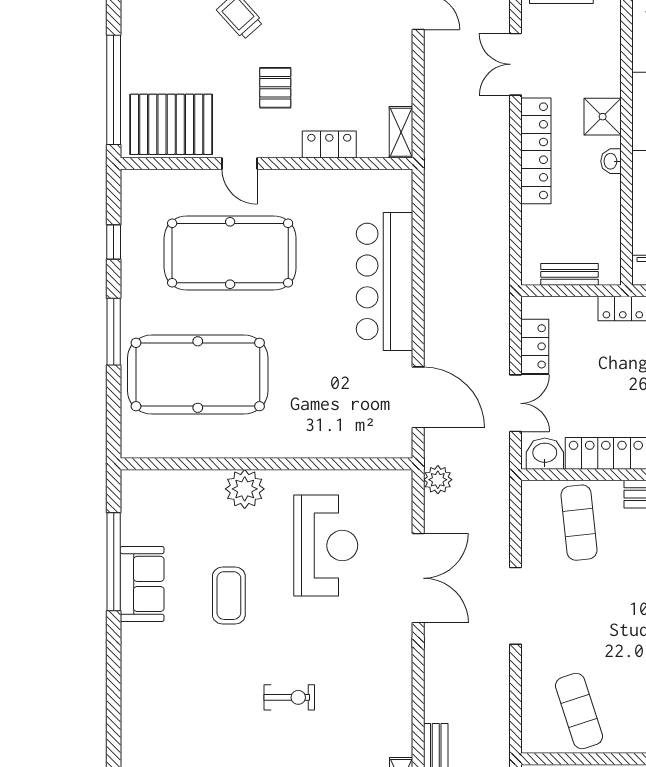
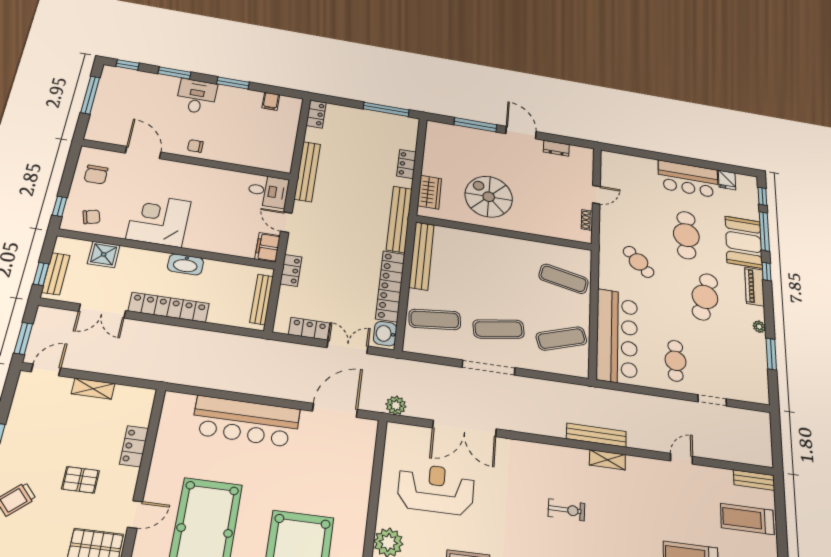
shower: (603, 117) -> (104, 254), moved
shelving: (401, 132) -> (93, 389), moved
washbasin: (611, 161) -> (186, 264), width x1.91, depth x1.45
bench: (570, 274) -> (262, 299), width x1.36
double door: (418, 578) -> (465, 428), swing flipped
exercise mat: (579, 617) -> (499, 329), added
exercise bike: (289, 697) -> (566, 510), moved, turned 90

